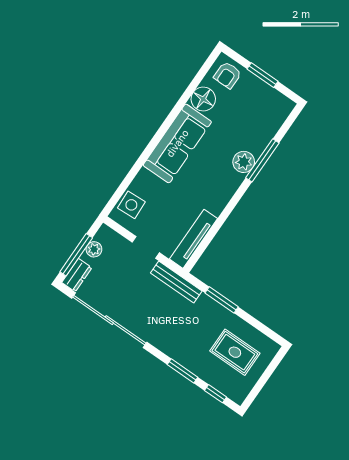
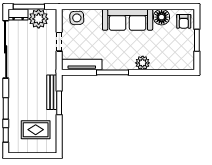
armchair: (228, 75) -> (184, 21), turned -90
window: (262, 160) -> (113, 72), moved
plant: (94, 249) -> (39, 19), width x1.87, depth x1.87
bench: (176, 282) -> (52, 92), moved
rug: (235, 352) -> (36, 130), turned 90

